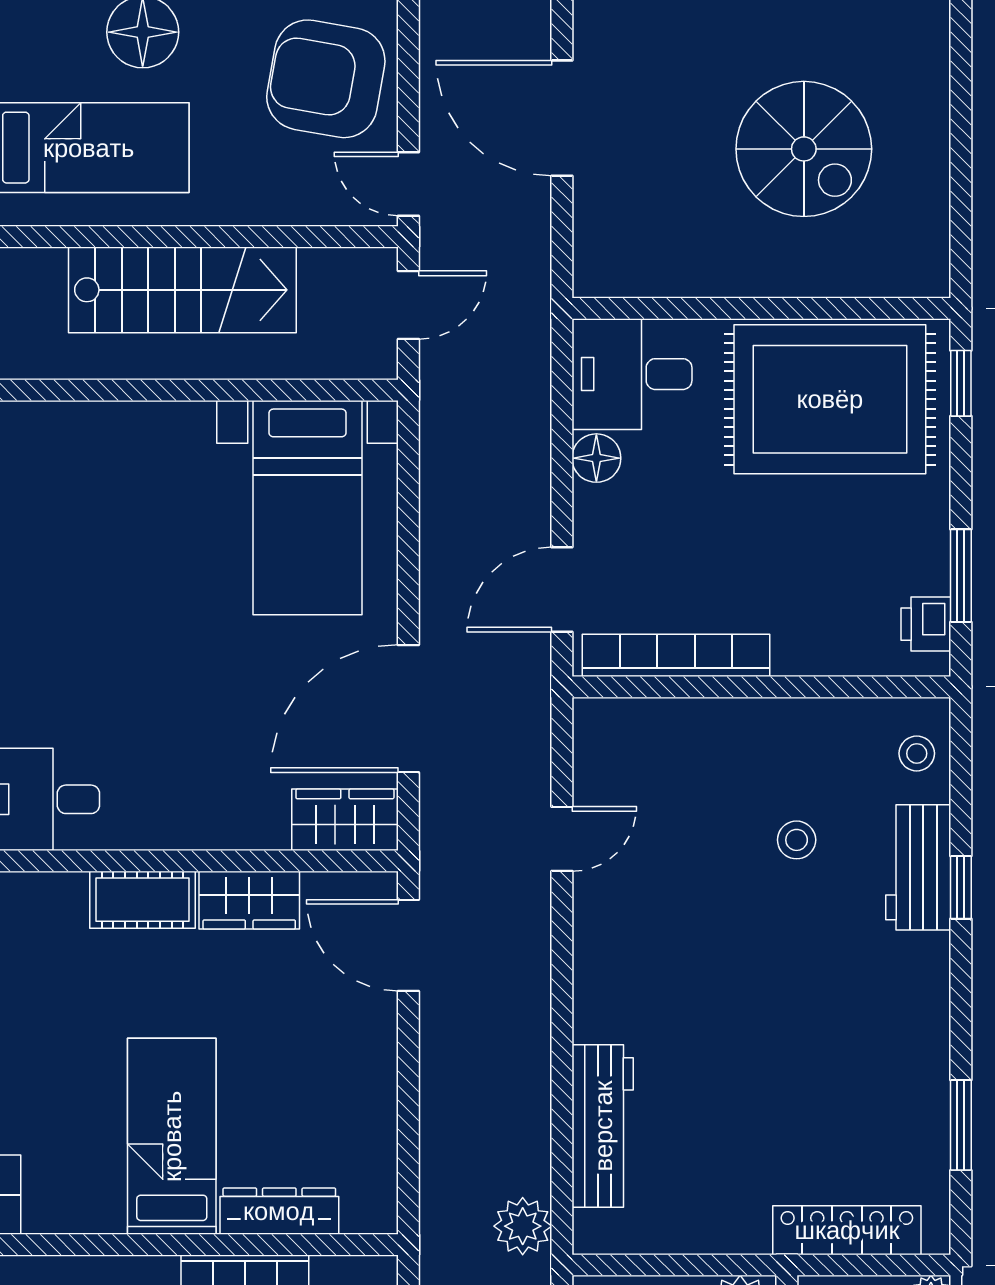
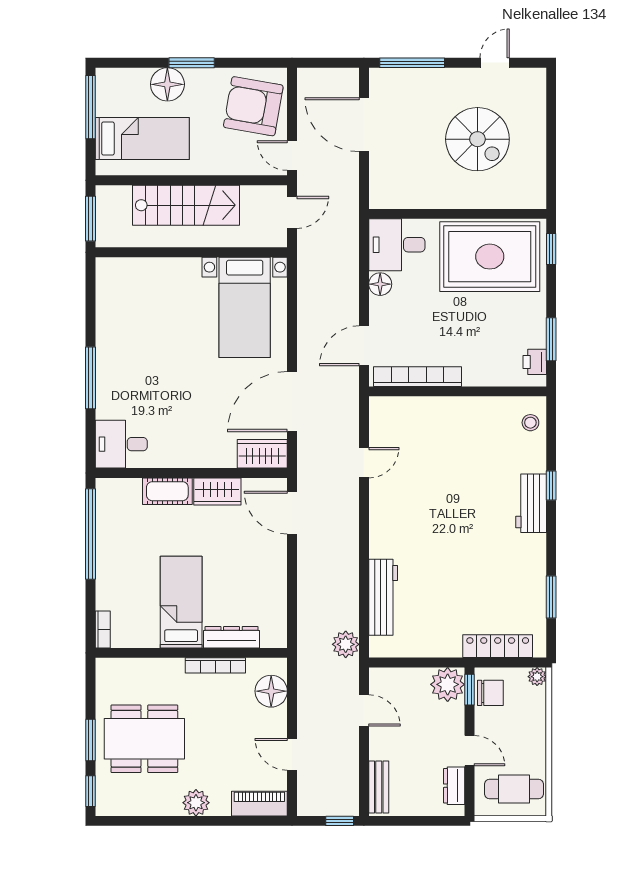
stool: (797, 840) -> (474, 463), removed
workbench: (918, 867) -> (531, 503), moved

